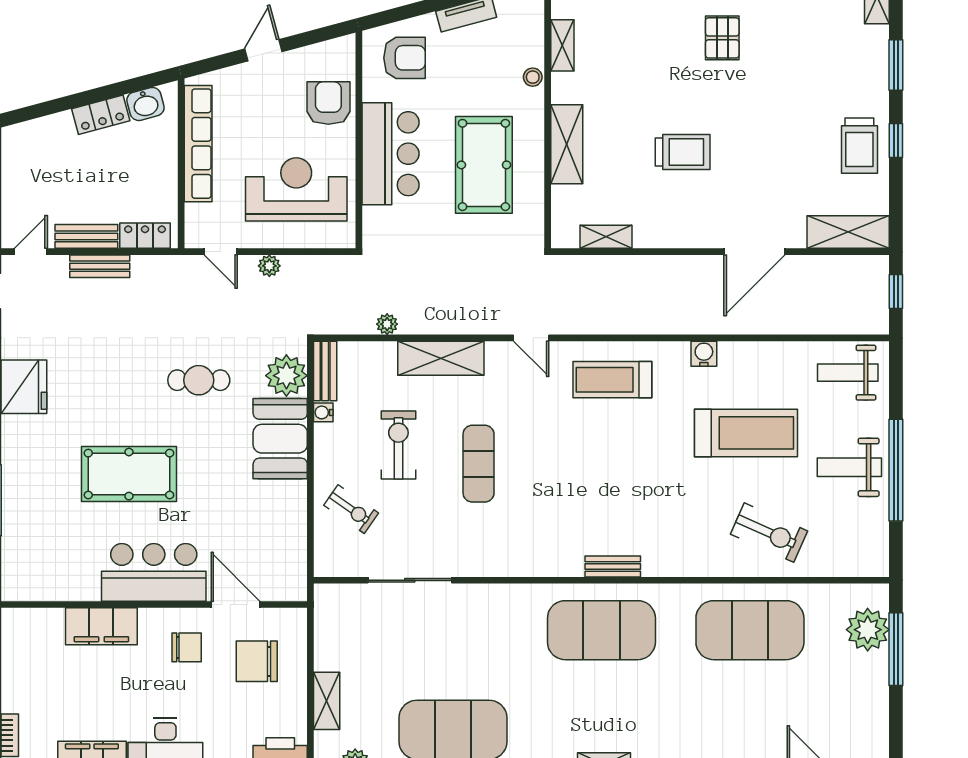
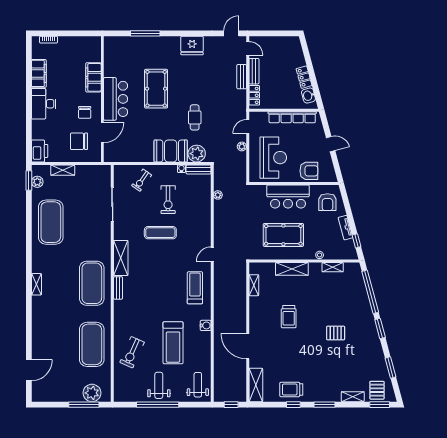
shelving: (441, 358) -> (121, 258), moved
exercise bike: (398, 445) -> (168, 200), turned 90
chair: (257, 661) -> (79, 141), turned -90

